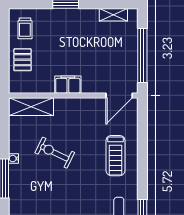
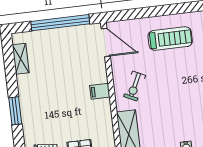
filing cabinet: (68, 85) -> (100, 91), width x0.50
exercise bike: (55, 153) -> (135, 86), moved, width x0.73, depth x0.72

